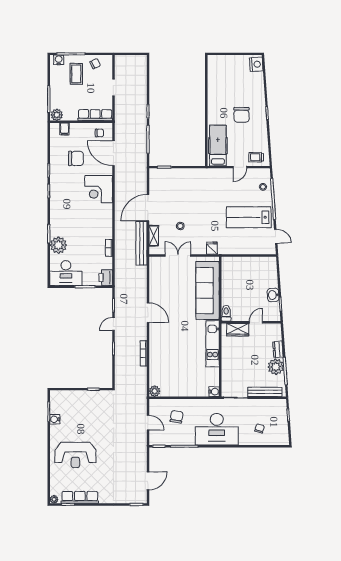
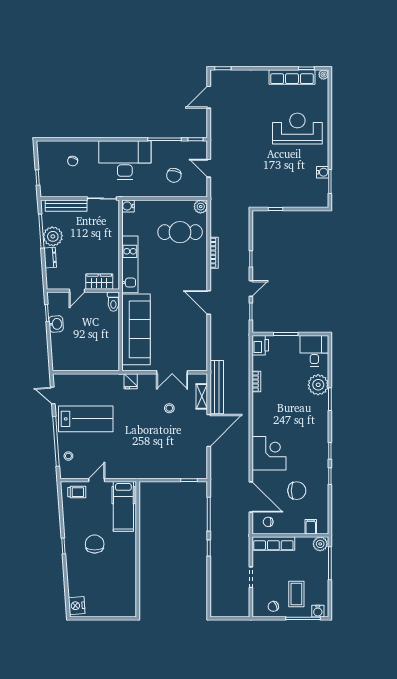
chair: (76, 158) -> (297, 491), turned 180
desk: (66, 273) -> (314, 351), width x0.73
cafe table: (172, 370) -> (180, 232), added

